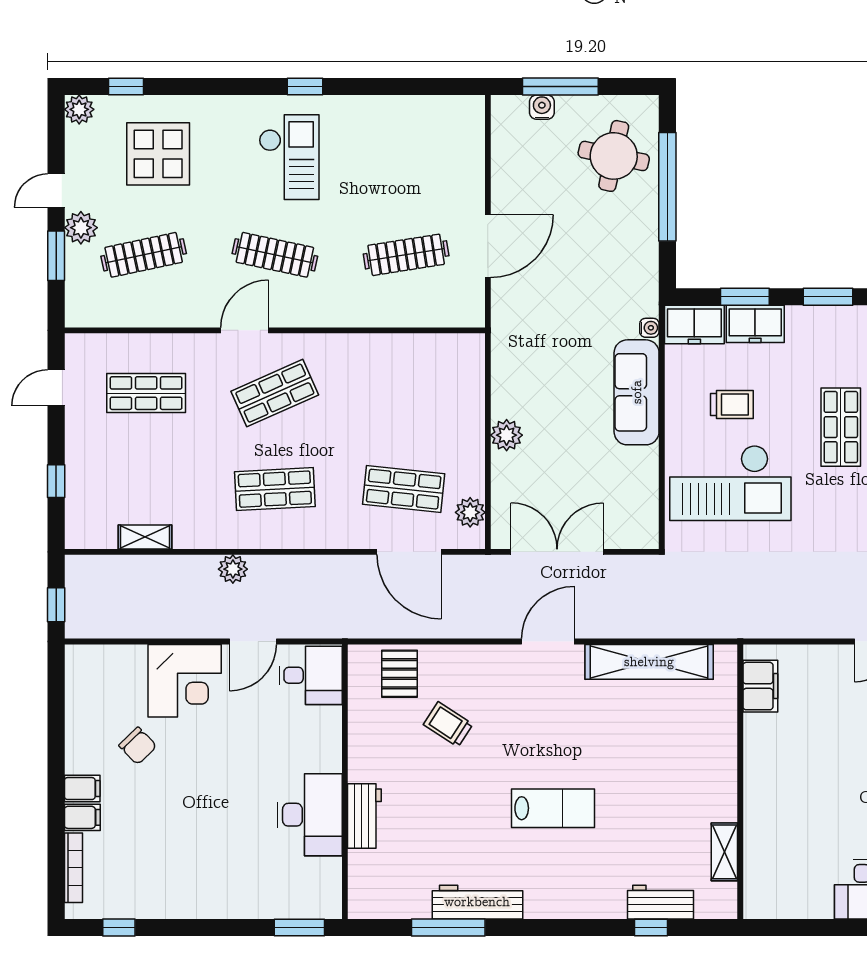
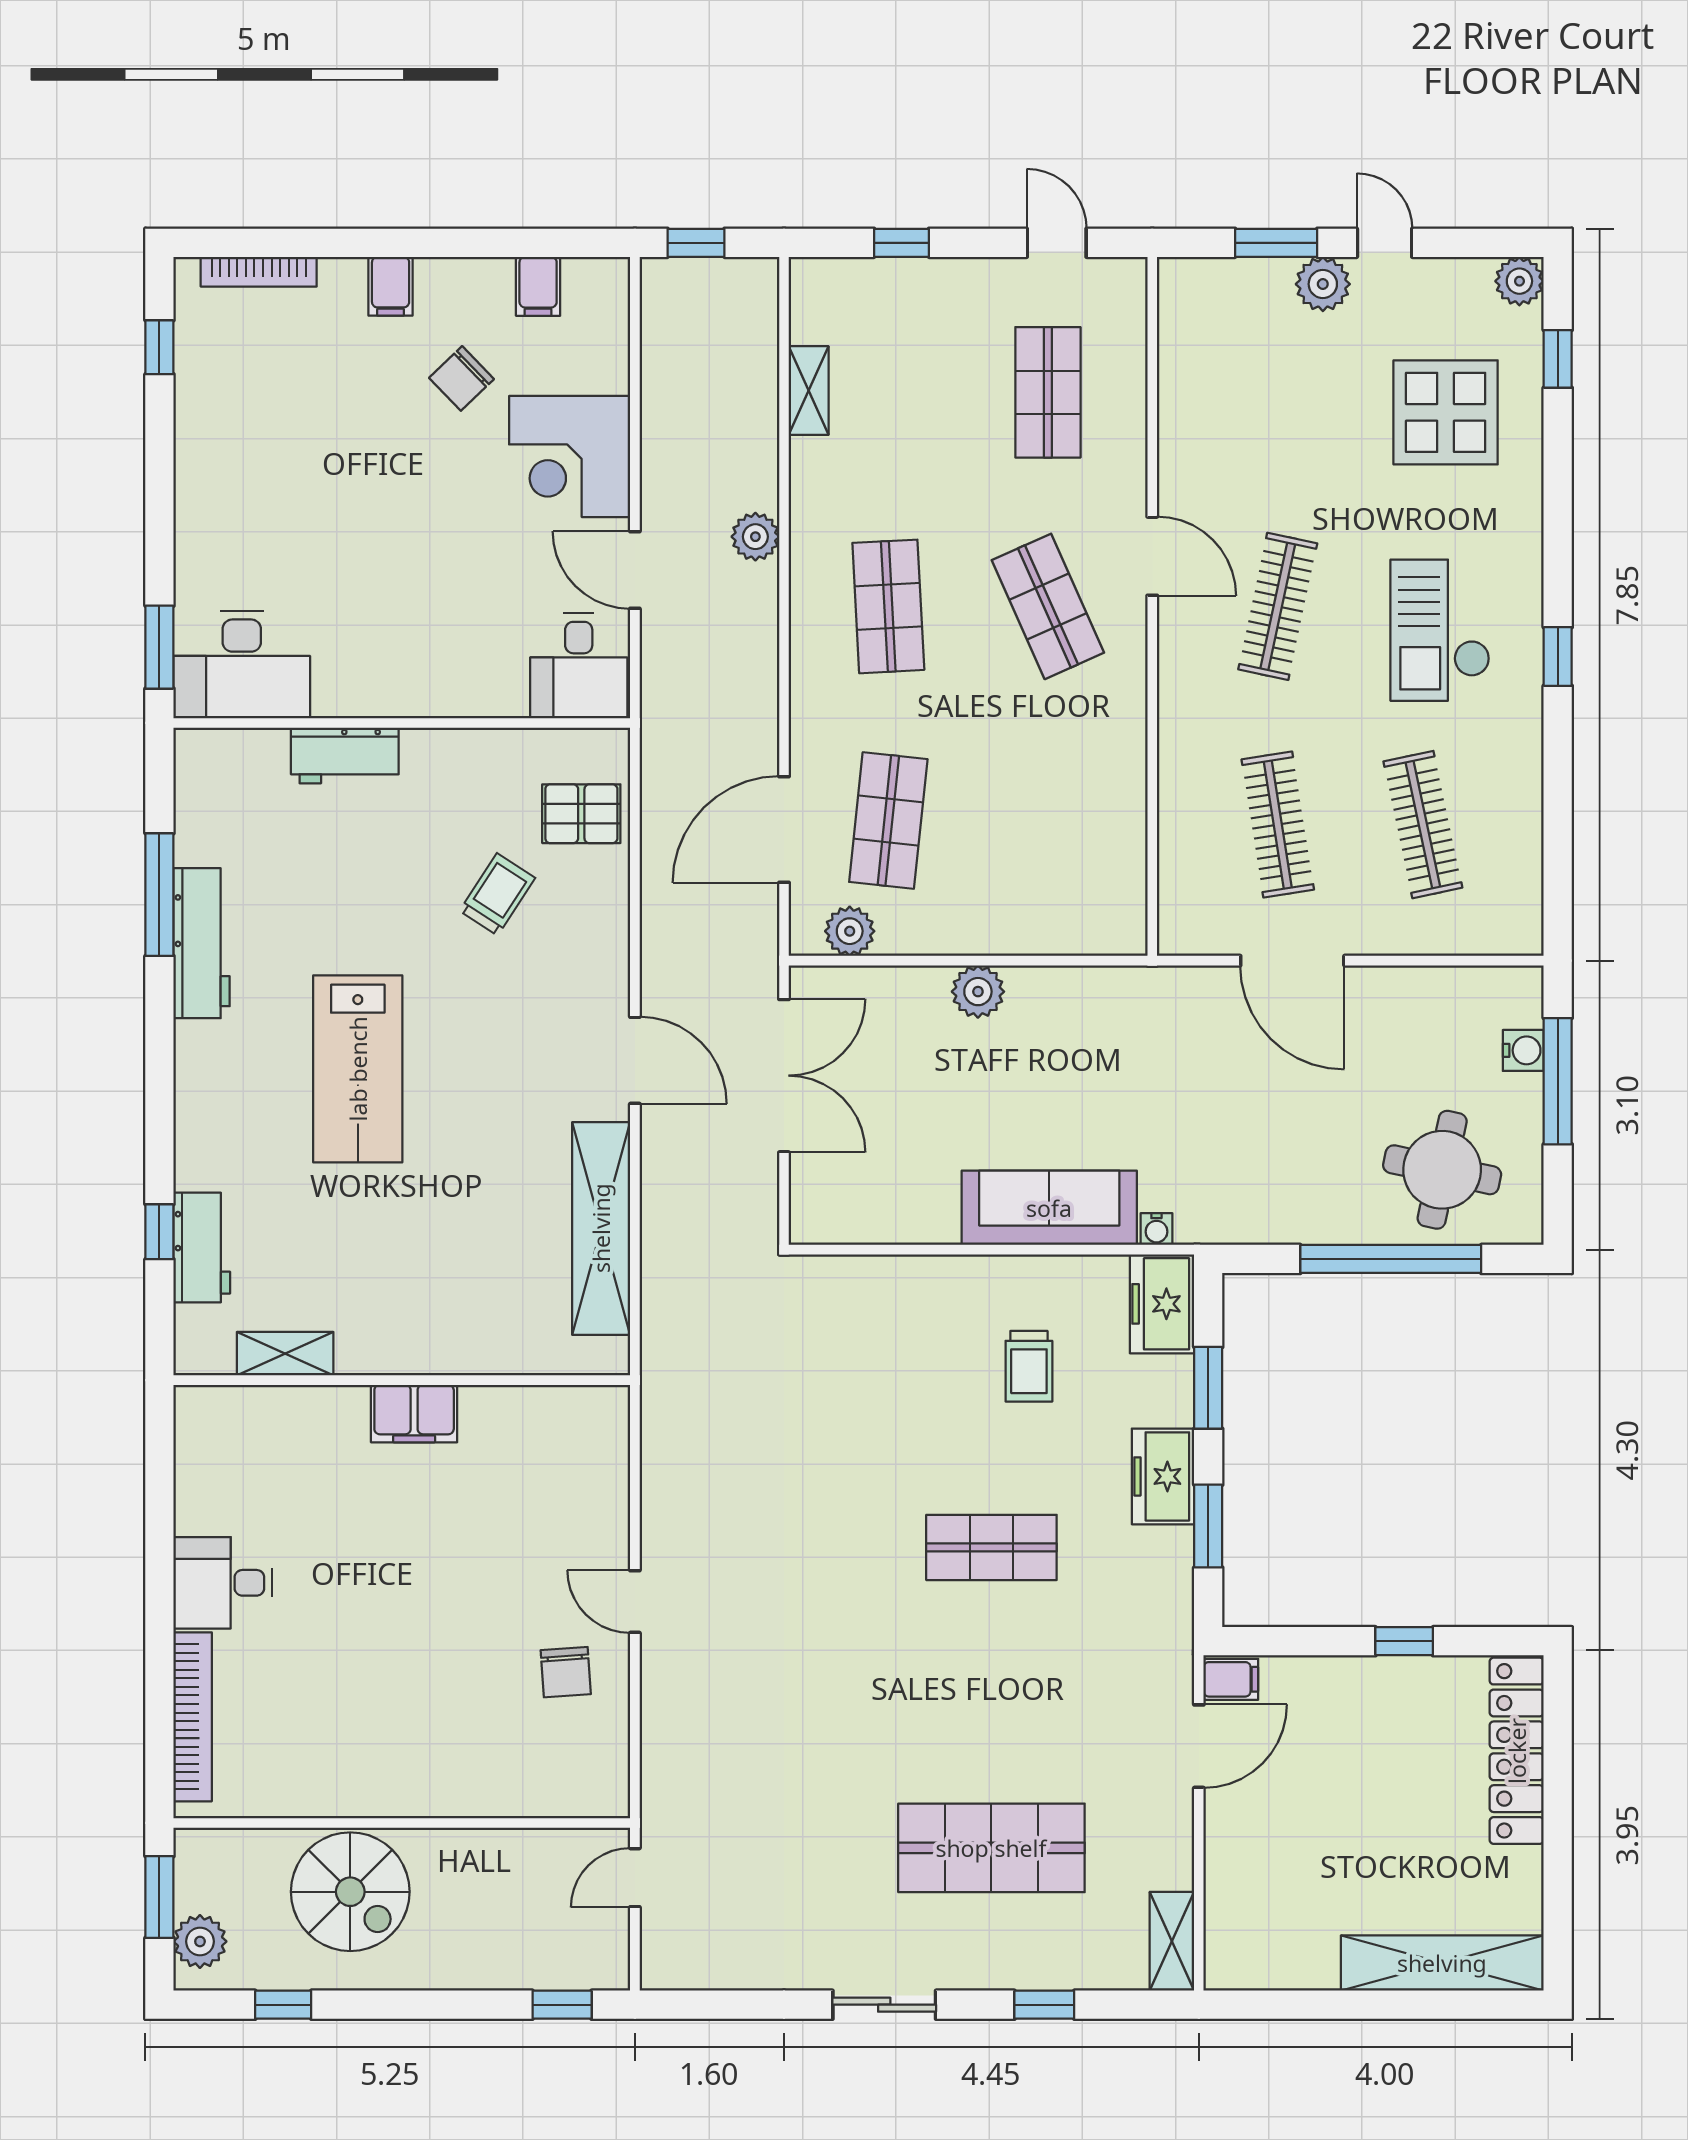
checkout: (289, 157) -> (1440, 630), turned 90
clothes rail: (144, 255) -> (1423, 825), moved
freezer: (755, 324) -> (1163, 1476), moved
checkout: (730, 483) -> (899, 1364), removed
filing cabinet: (760, 686) -> (414, 1414), moved
lab bench: (553, 808) -> (358, 1069), width x1.36, depth x1.39
desk: (310, 815) -> (242, 665), moved
filing cabinet: (82, 817) -> (538, 286), moved

